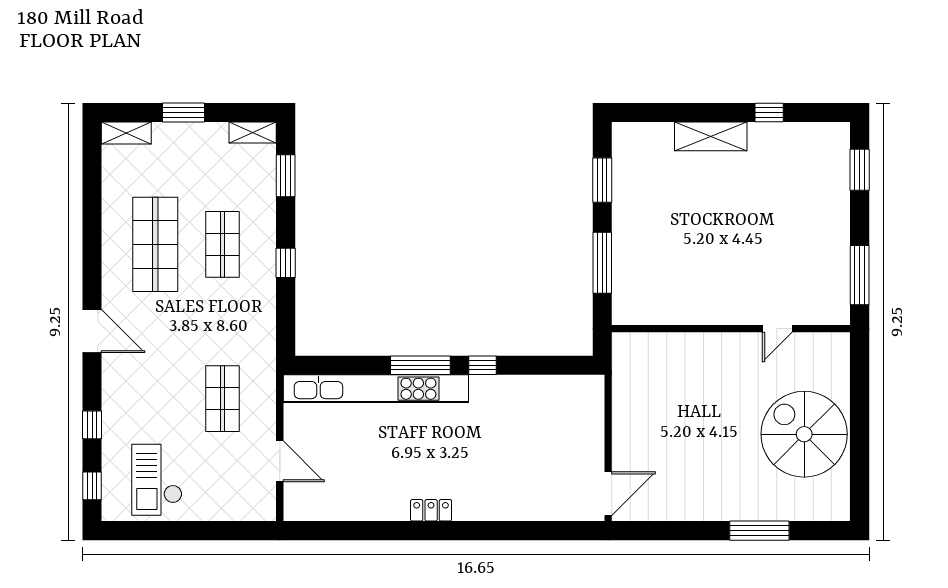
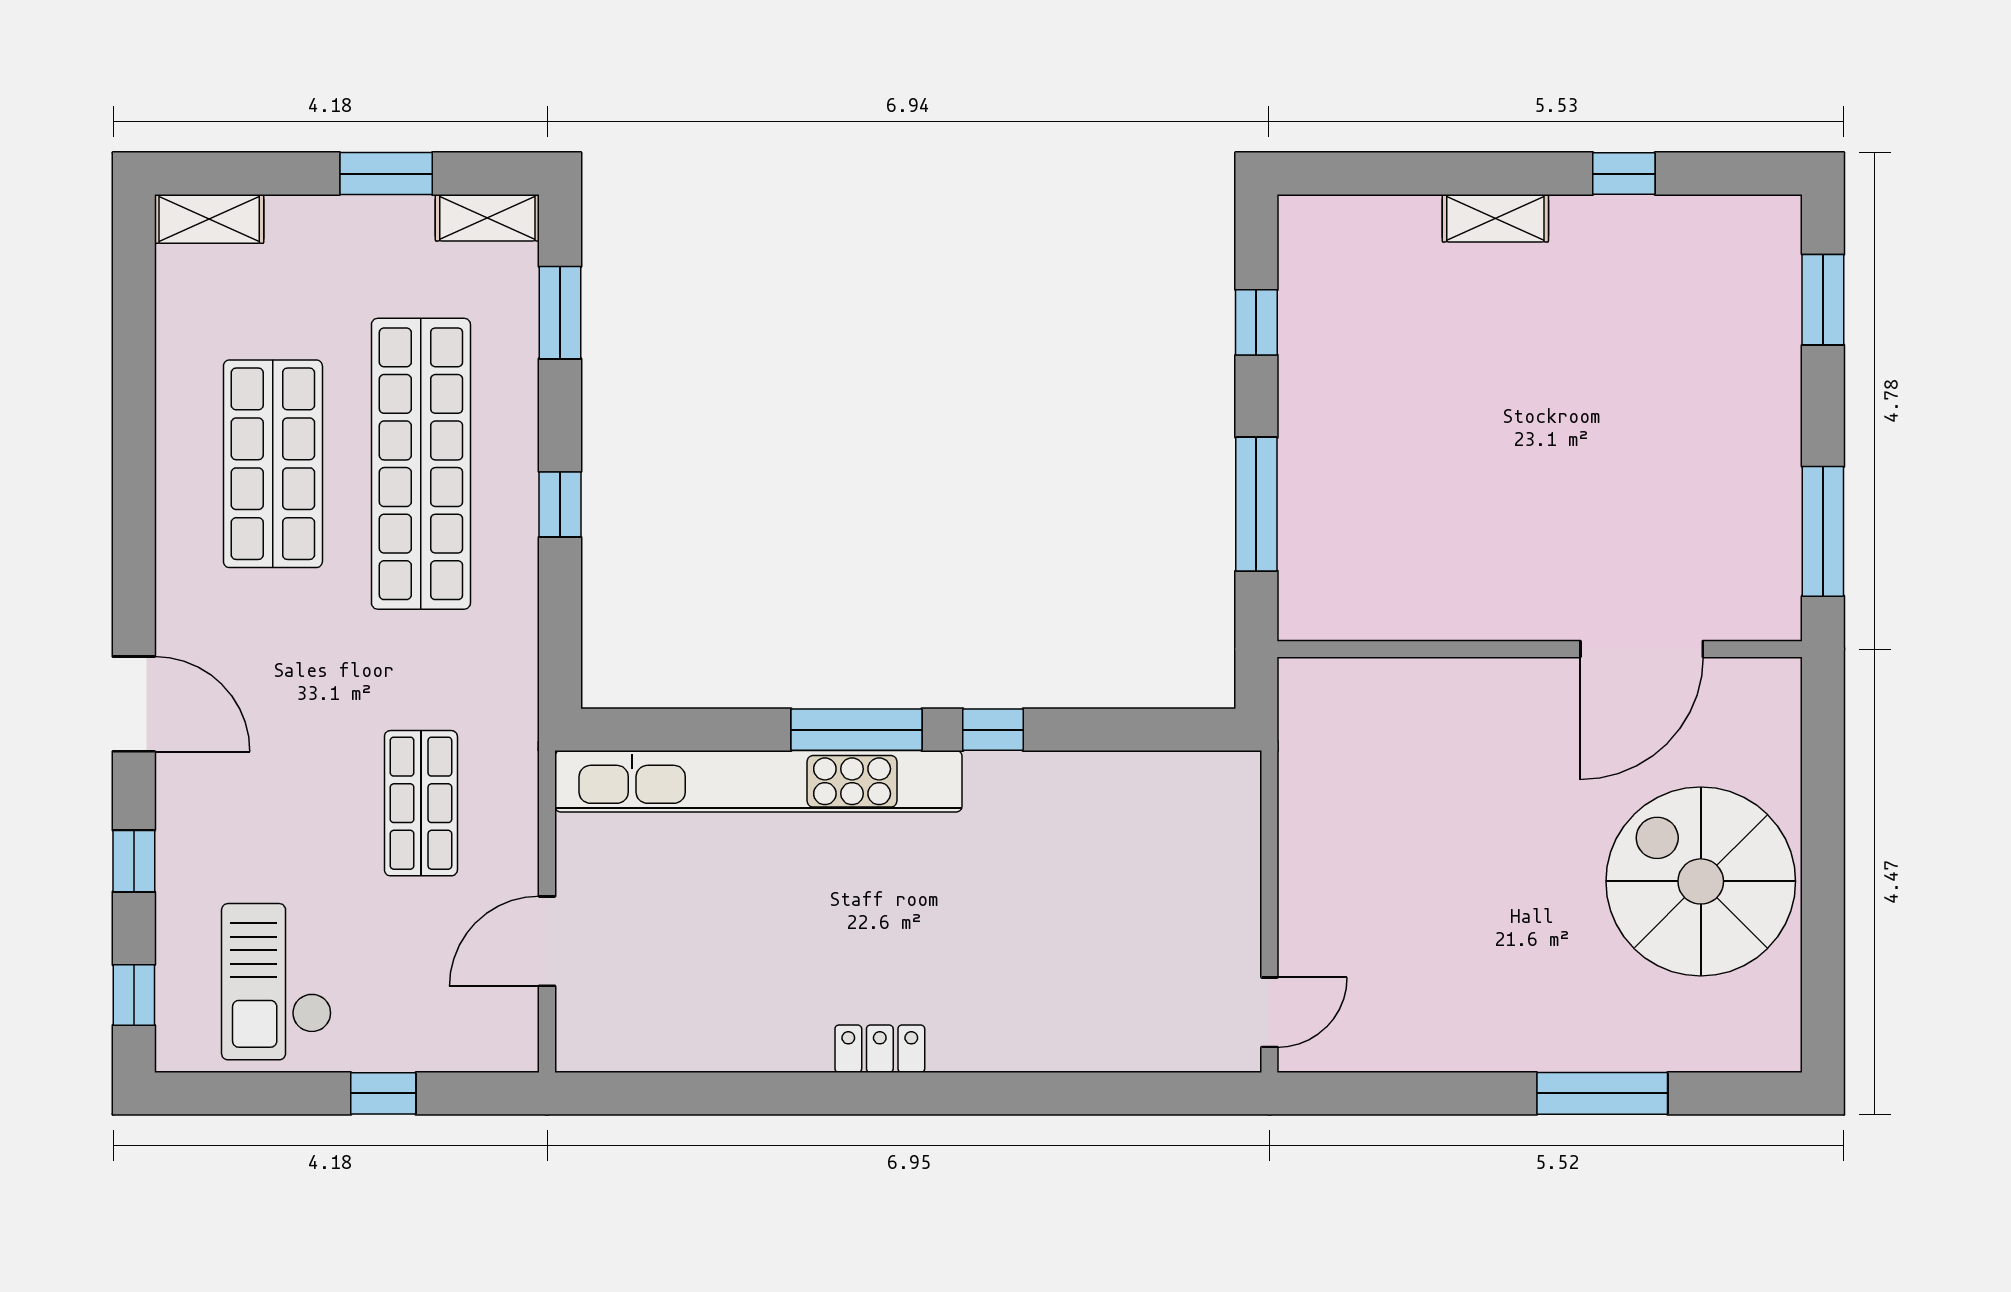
window: (184, 112) -> (386, 174), moved
shelving: (711, 136) -> (1495, 218), width x0.67, depth x0.75
window: (602, 180) -> (1256, 322), width x0.67
shop shelf: (222, 244) -> (421, 464), width x2.00, depth x1.36
door: (777, 329) -> (1642, 649), width x1.88
door: (92, 331) -> (134, 704), moved
door: (280, 461) -> (547, 941), swing flipped
door: (608, 494) -> (1269, 1012), width x0.73
window: (205, 531) -> (383, 1093), added

